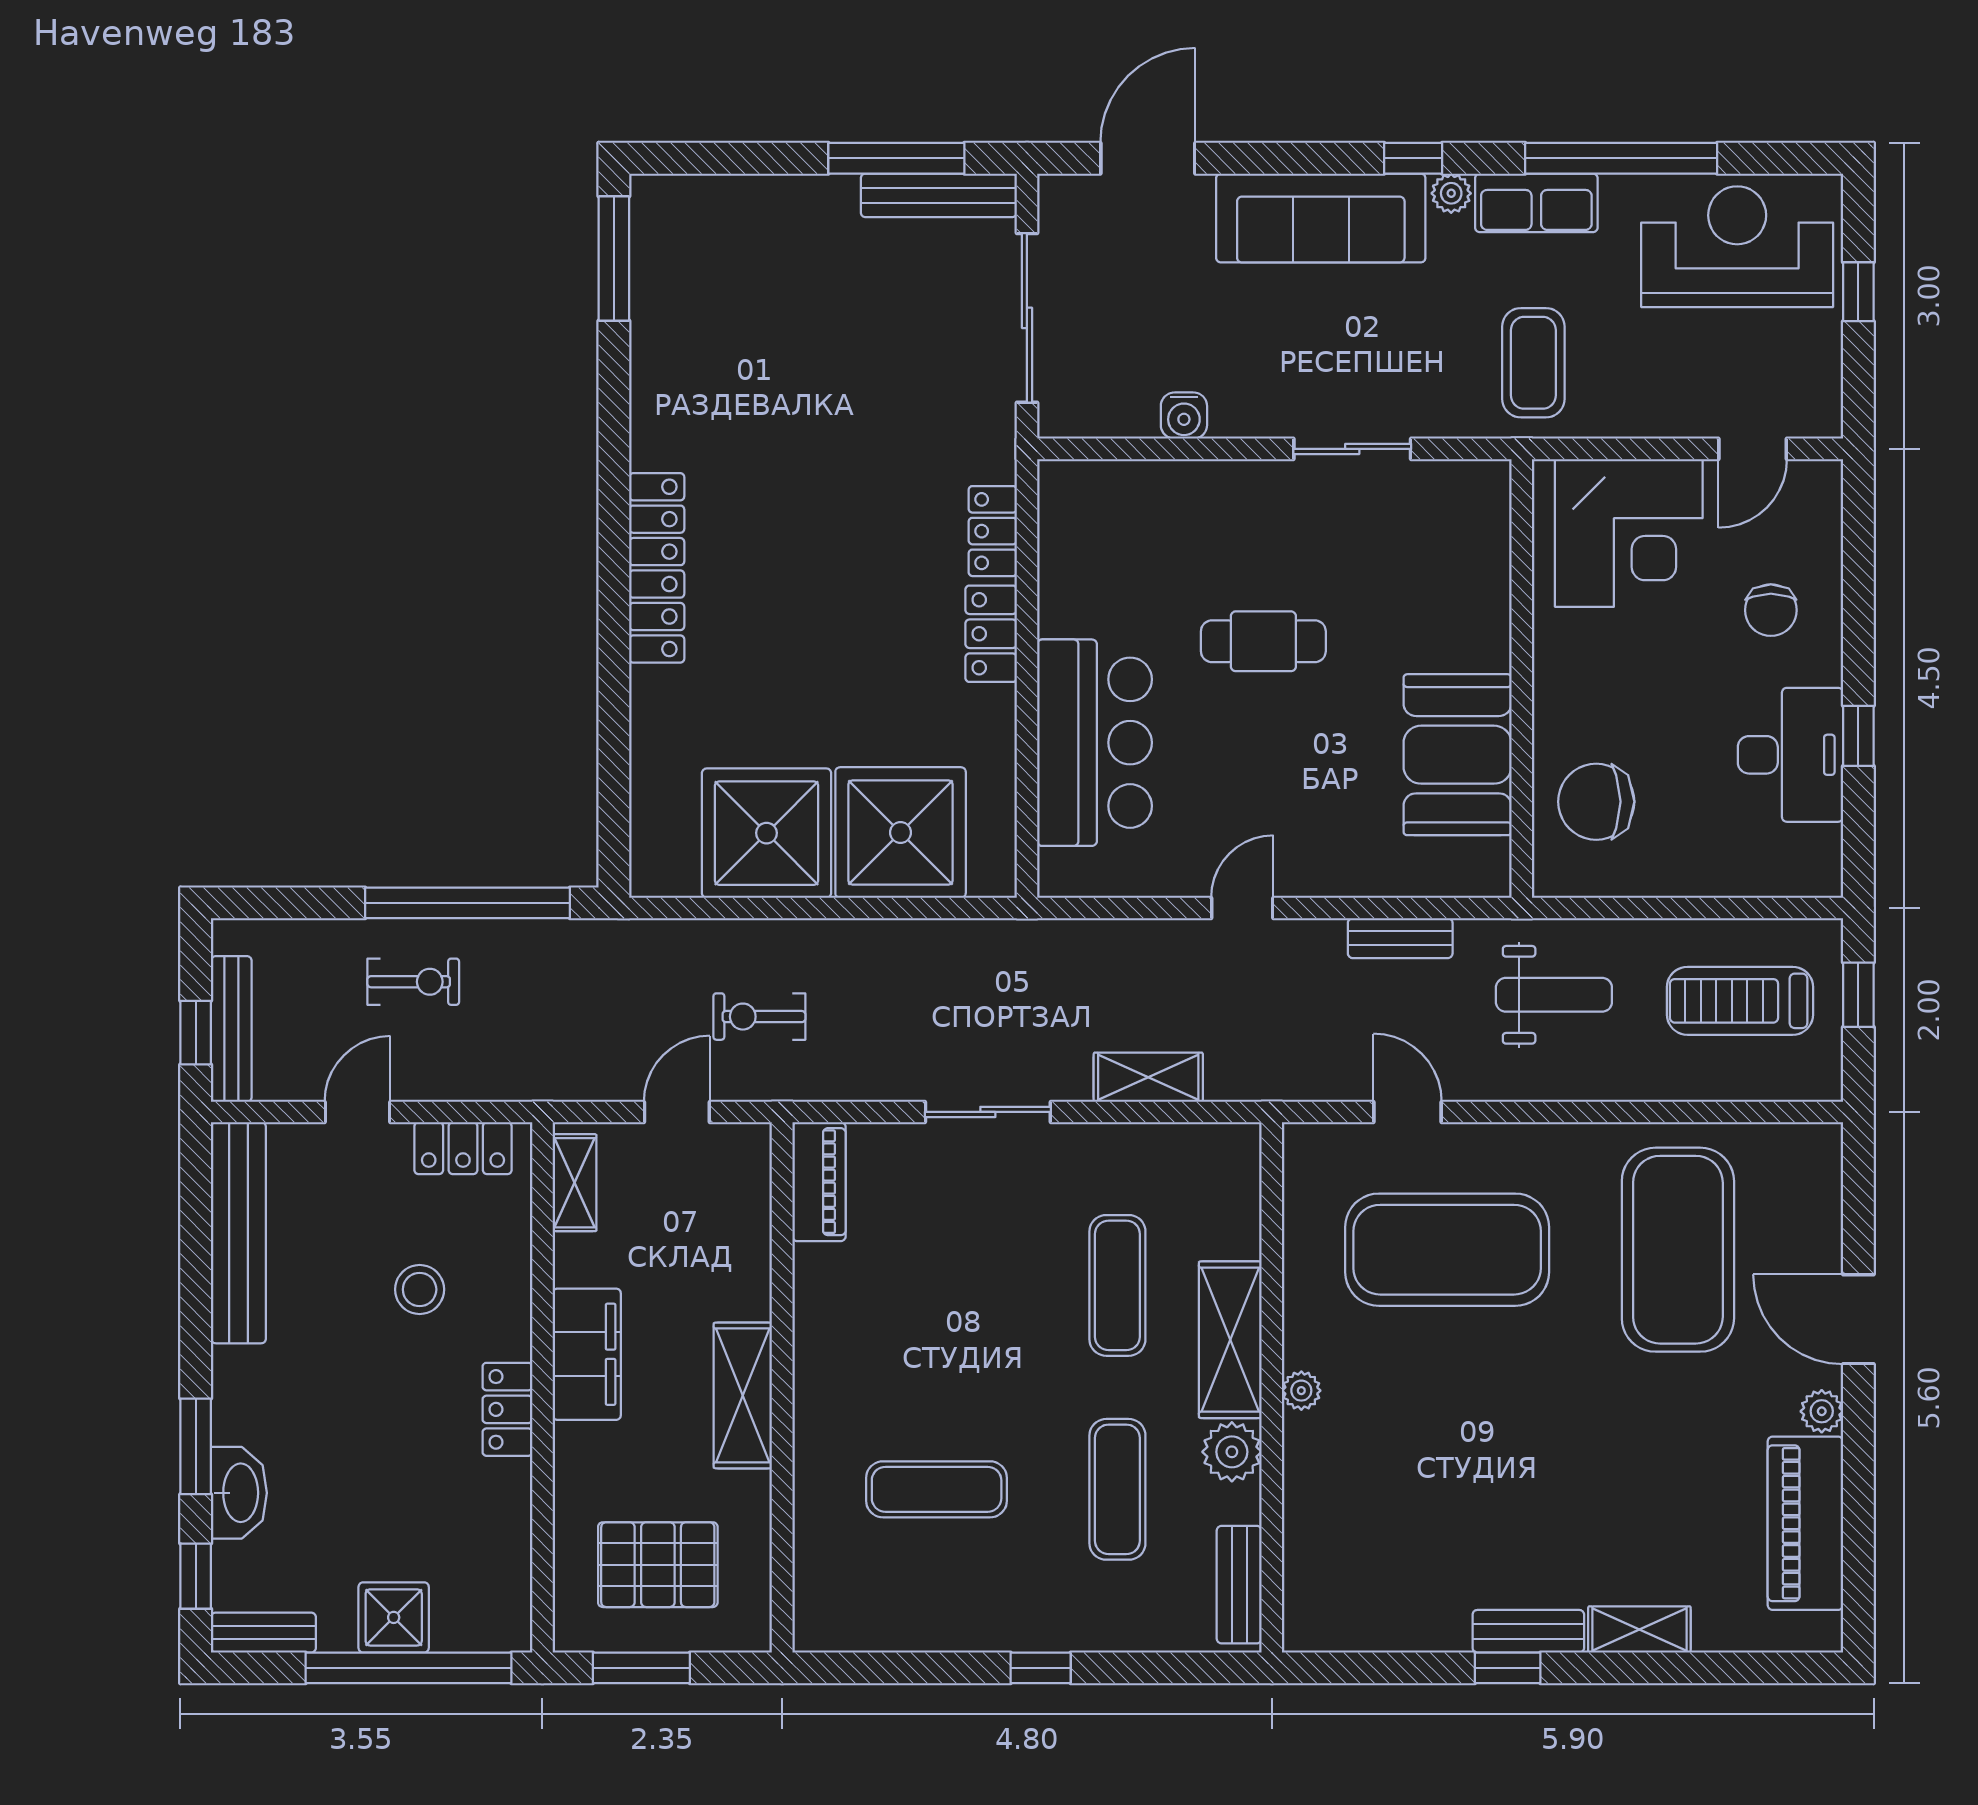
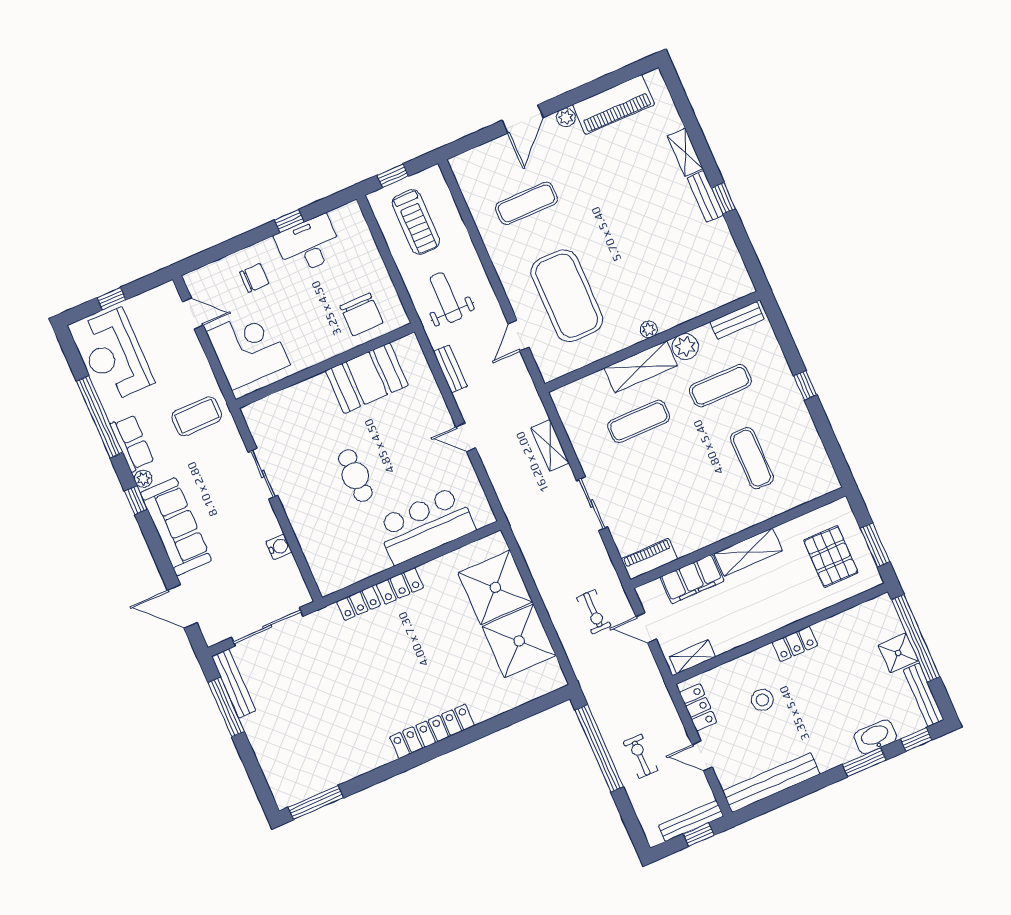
exercise mat: (1678, 1250) -> (526, 203), width x0.50, depth x0.69
filing cabinet: (587, 1354) -> (692, 579), moved, turned 180
bench: (263, 1633) -> (924, 695), width x1.36

